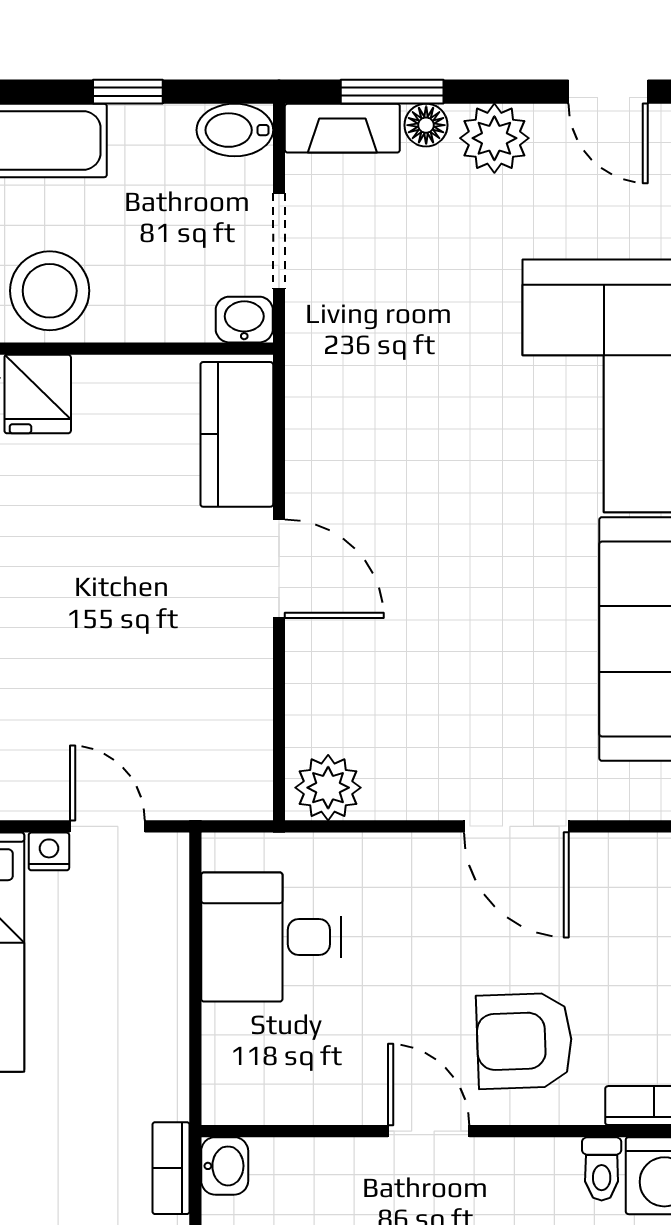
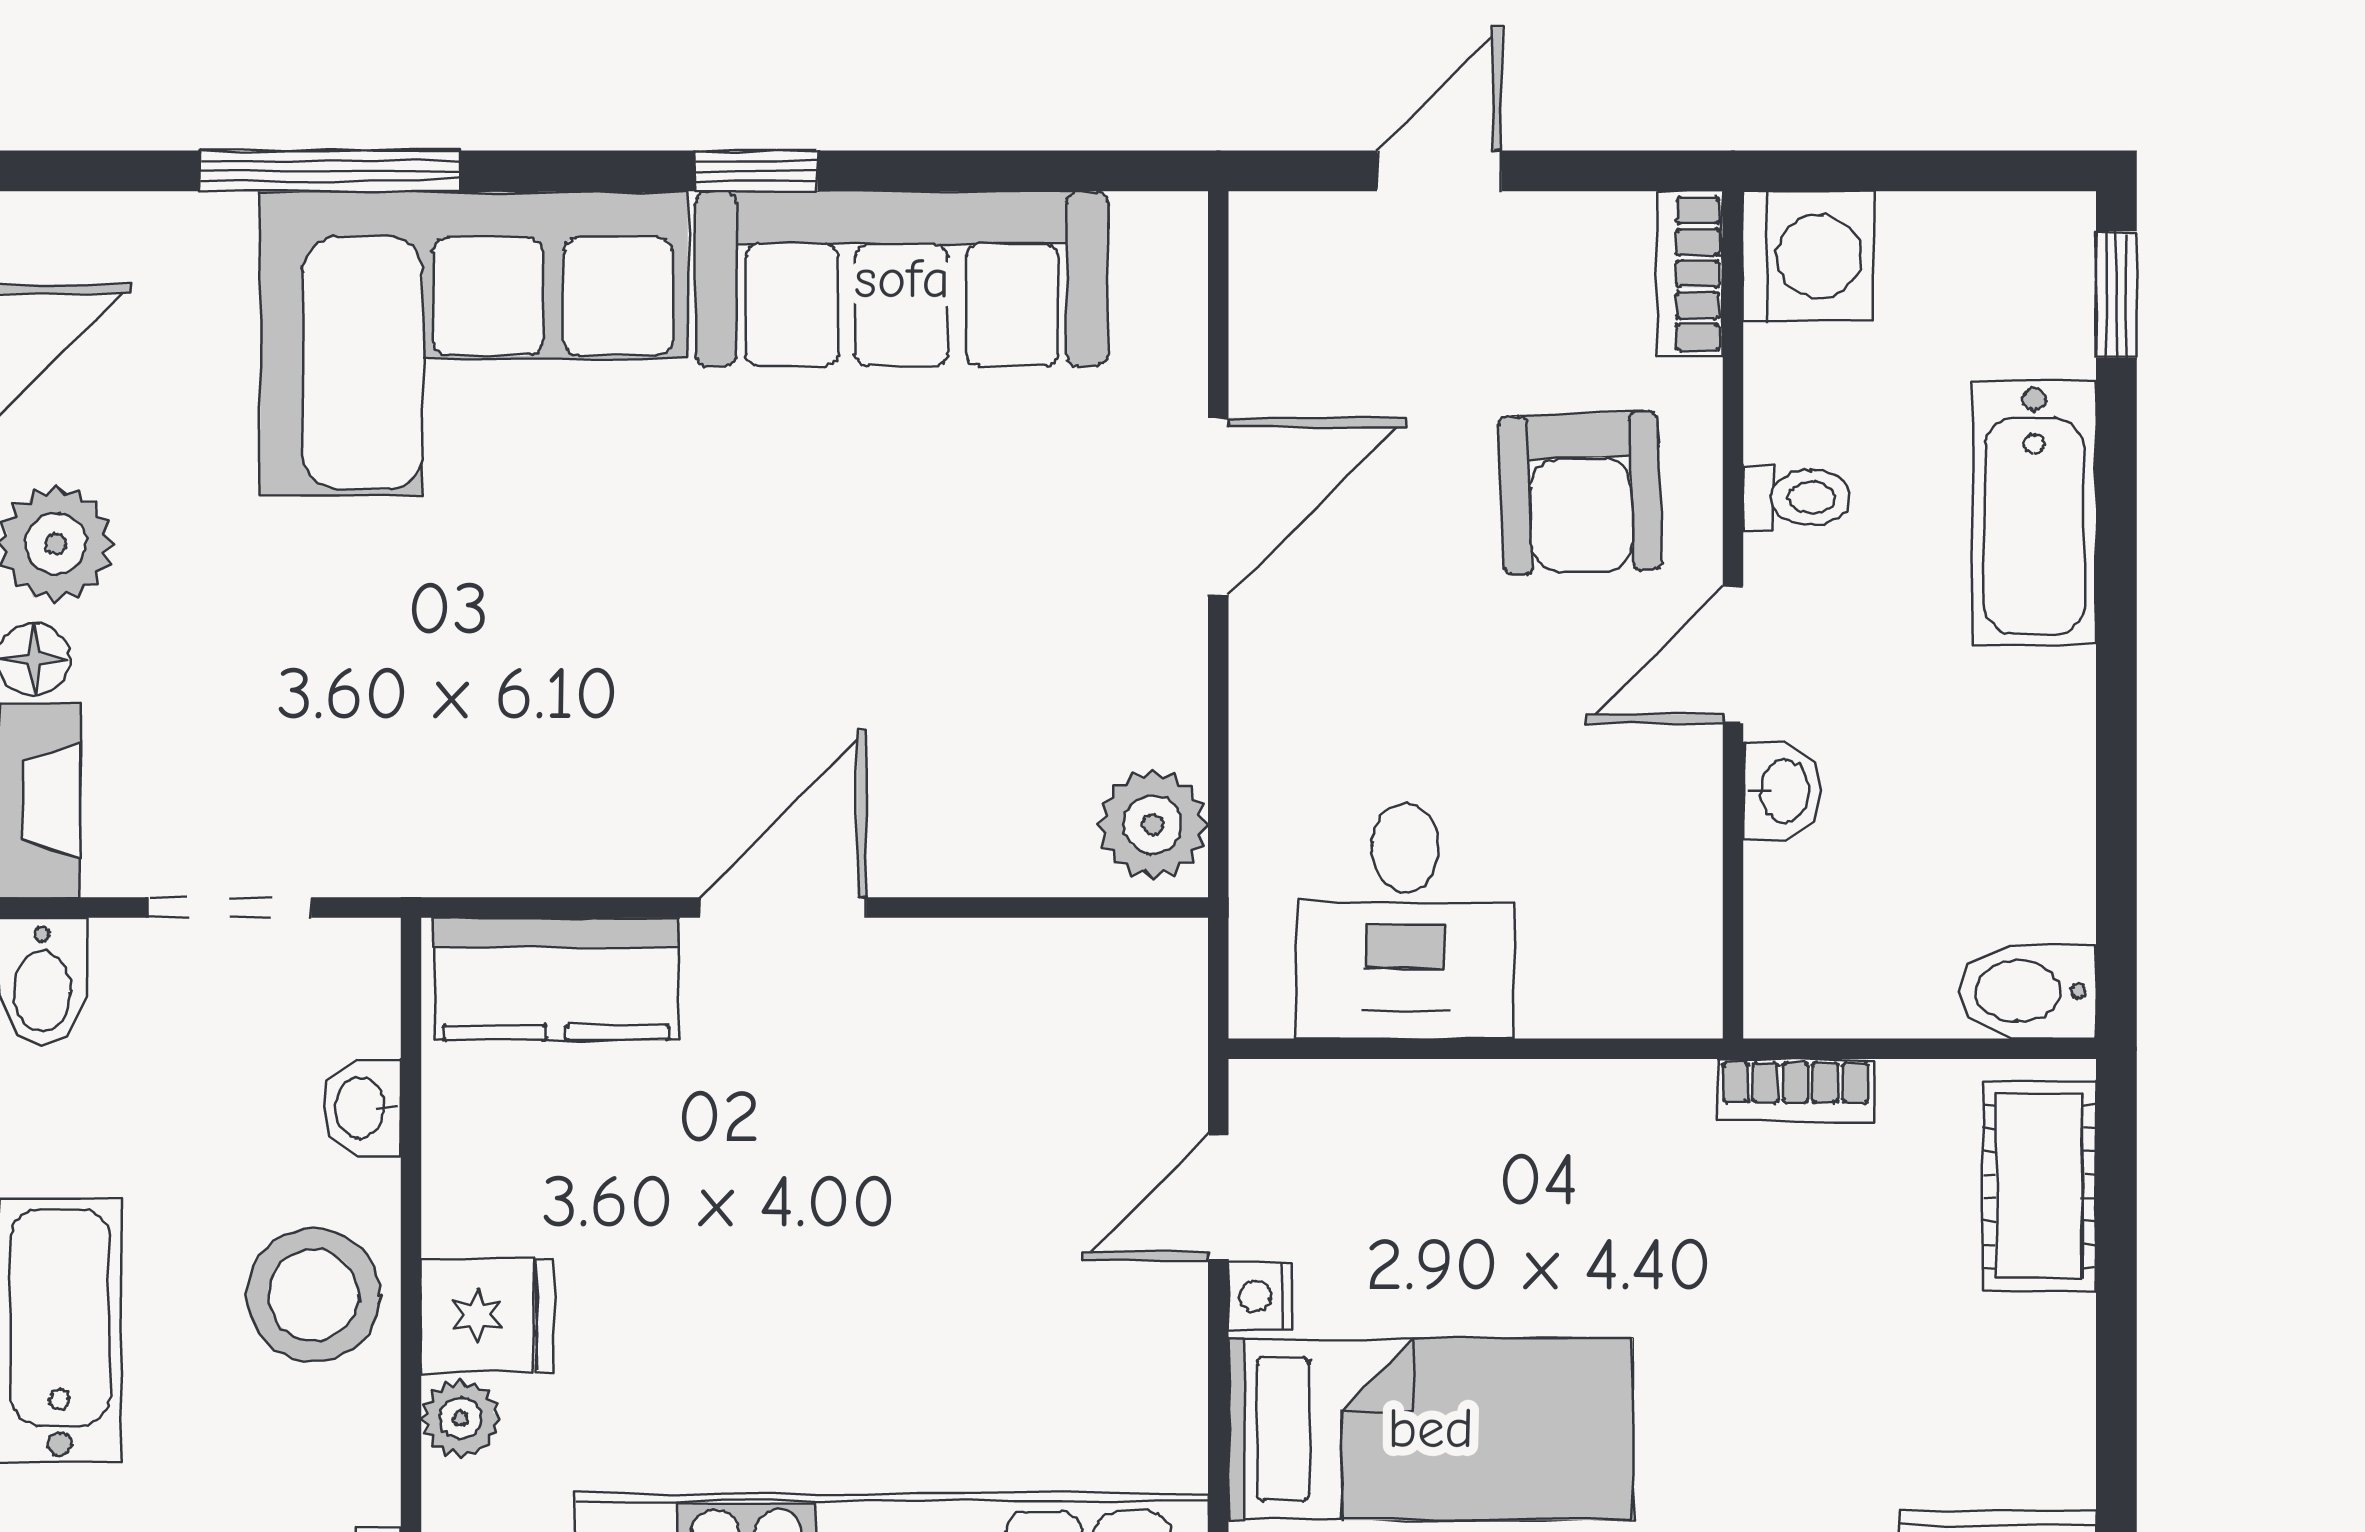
washbasin: (244, 320) -> (362, 1108), moved
washbasin: (225, 1166) -> (1782, 791), moved, turned 90
toilet: (602, 1169) -> (1797, 497), moved

